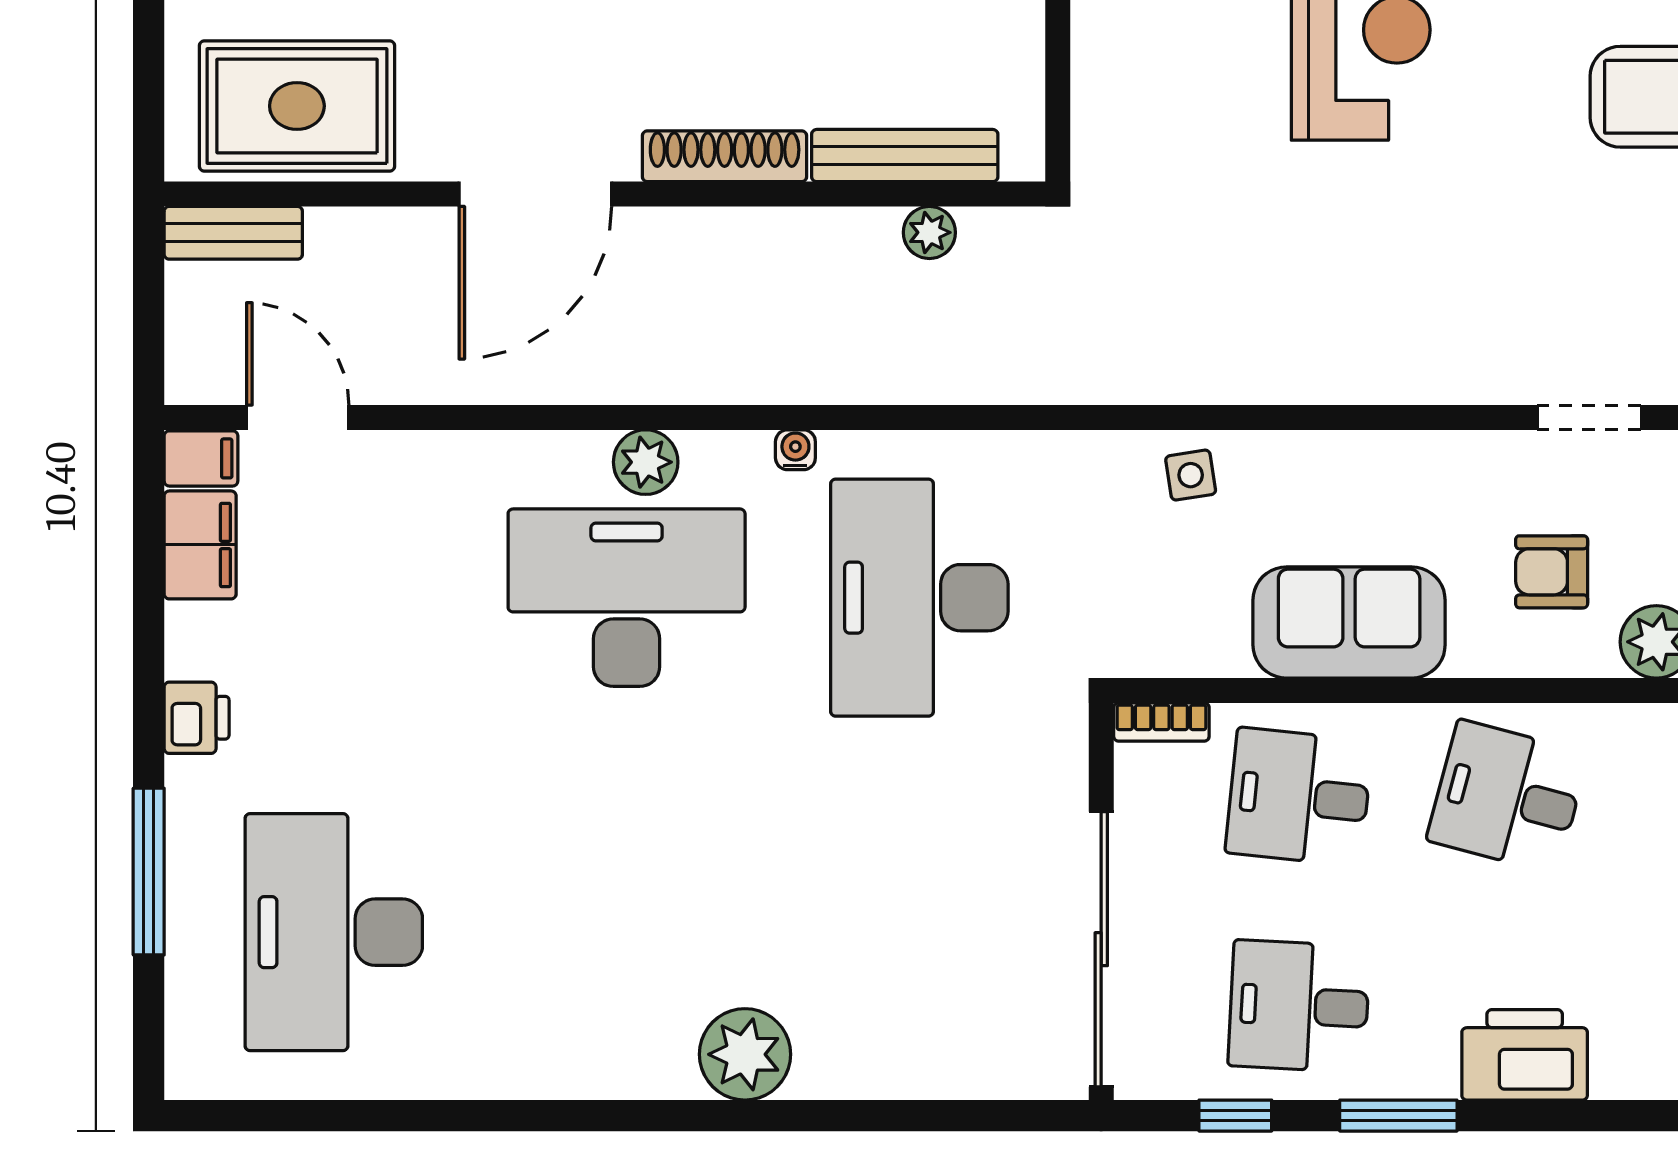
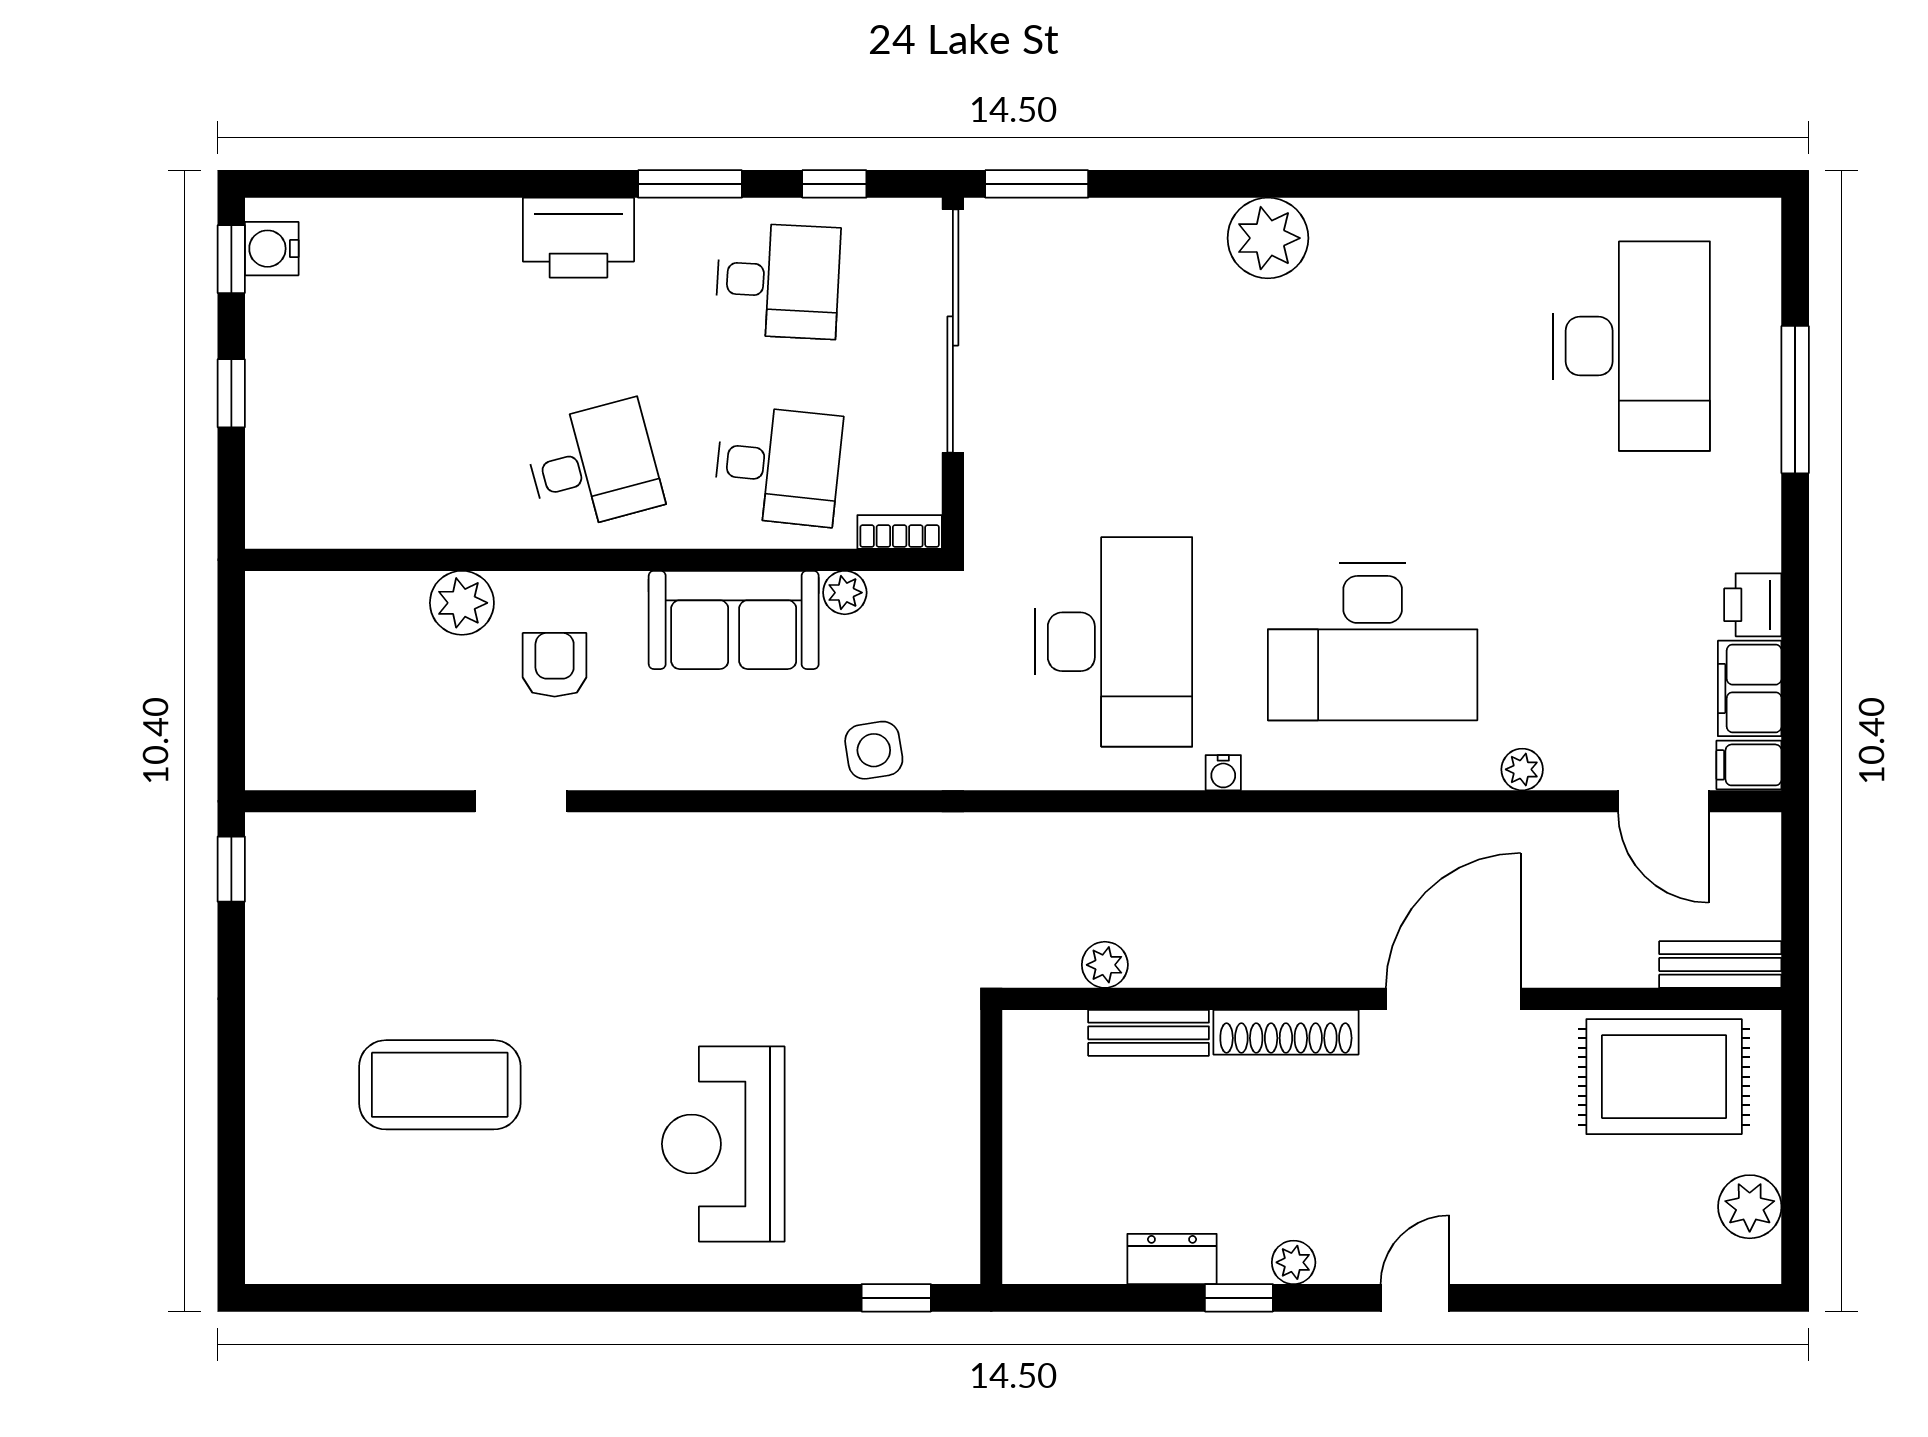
bench: (905, 156) -> (1149, 1033), width x0.73
plant: (646, 462) -> (1522, 769), moved, width x0.73, depth x0.73
side table: (1191, 475) -> (874, 750), width x1.37, depth x1.37
armchair: (1552, 572) -> (555, 665), turned -90
plant: (1223, 653) -> (845, 593), added
printer: (197, 718) -> (1753, 605), moved
desk: (1508, 797) -> (593, 466), turned -30
window: (1006, 1116) -> (1037, 184), added

